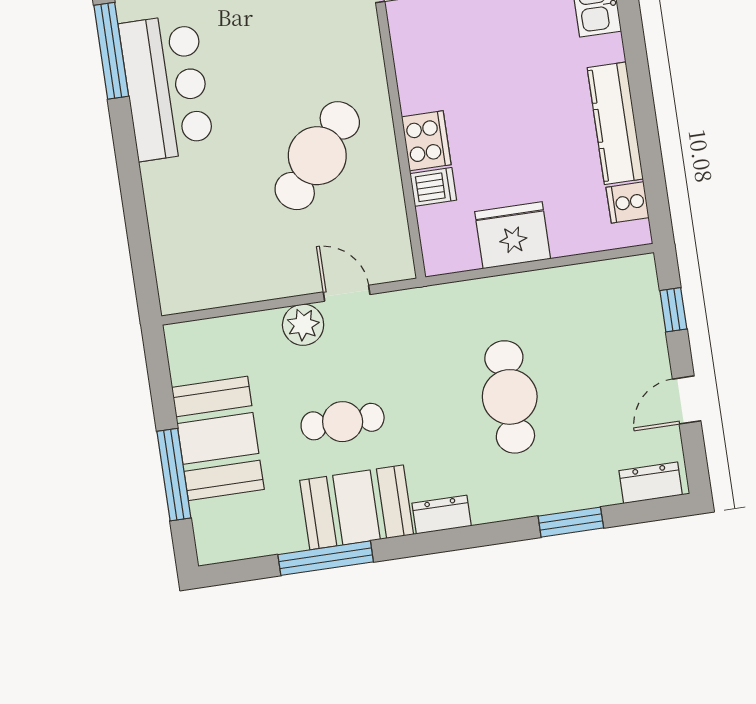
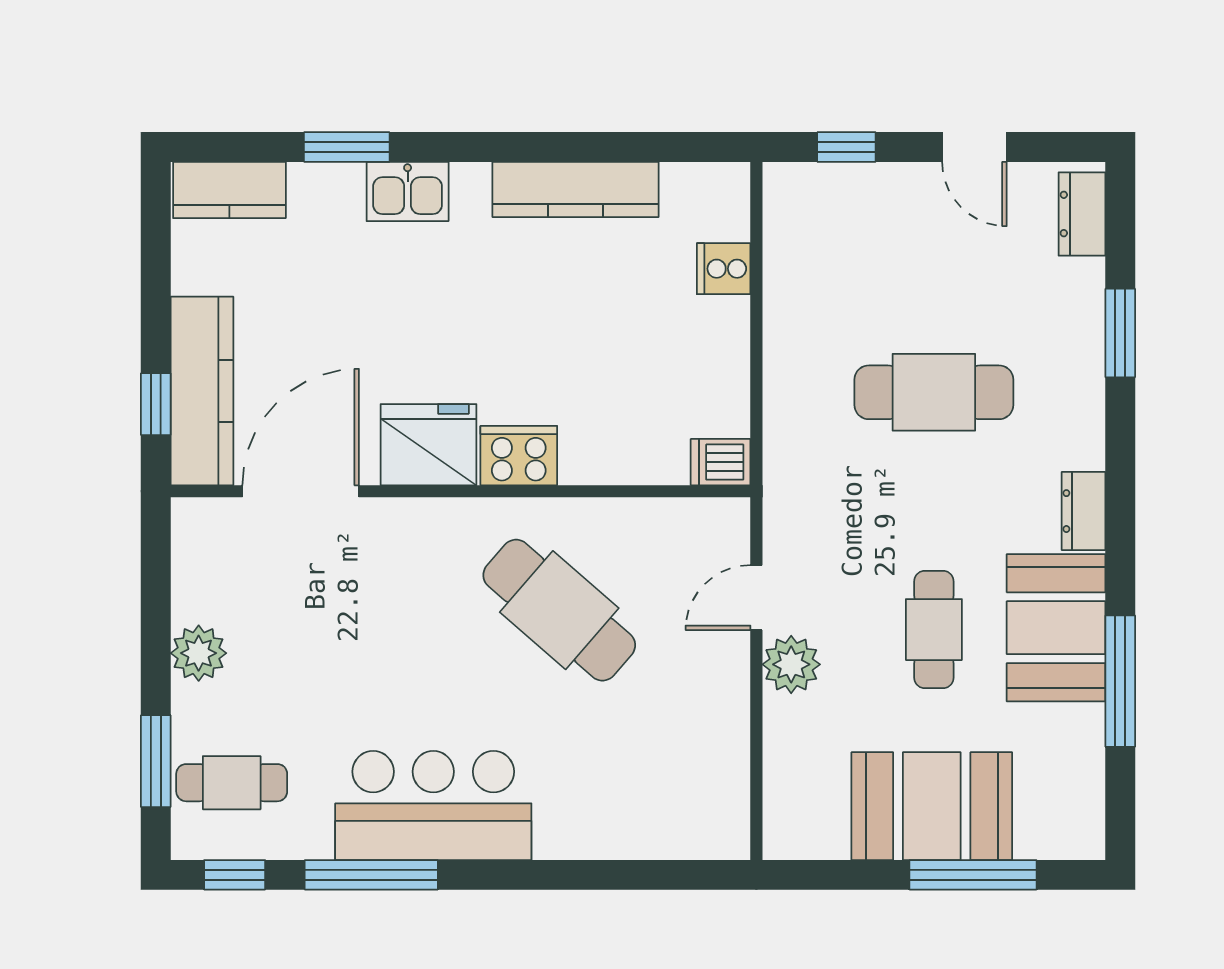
cooker: (426, 141) -> (519, 456), moved
dishwasher: (433, 187) -> (721, 462), moved, turned -90
cooker: (628, 202) -> (724, 269), moved, turned 90
fridge: (513, 235) -> (428, 445), moved, turned 90

